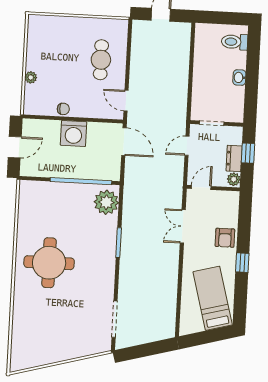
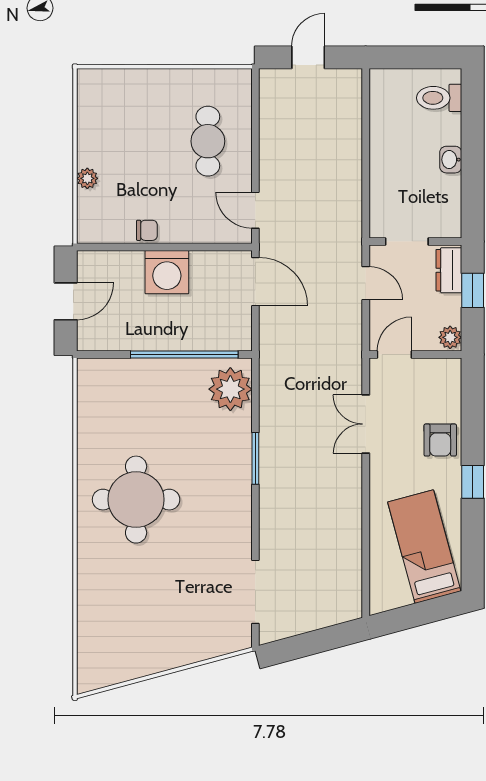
door: (187, 146) -> (366, 283), swing flipped
dresser: (234, 158) -> (449, 270), moved

